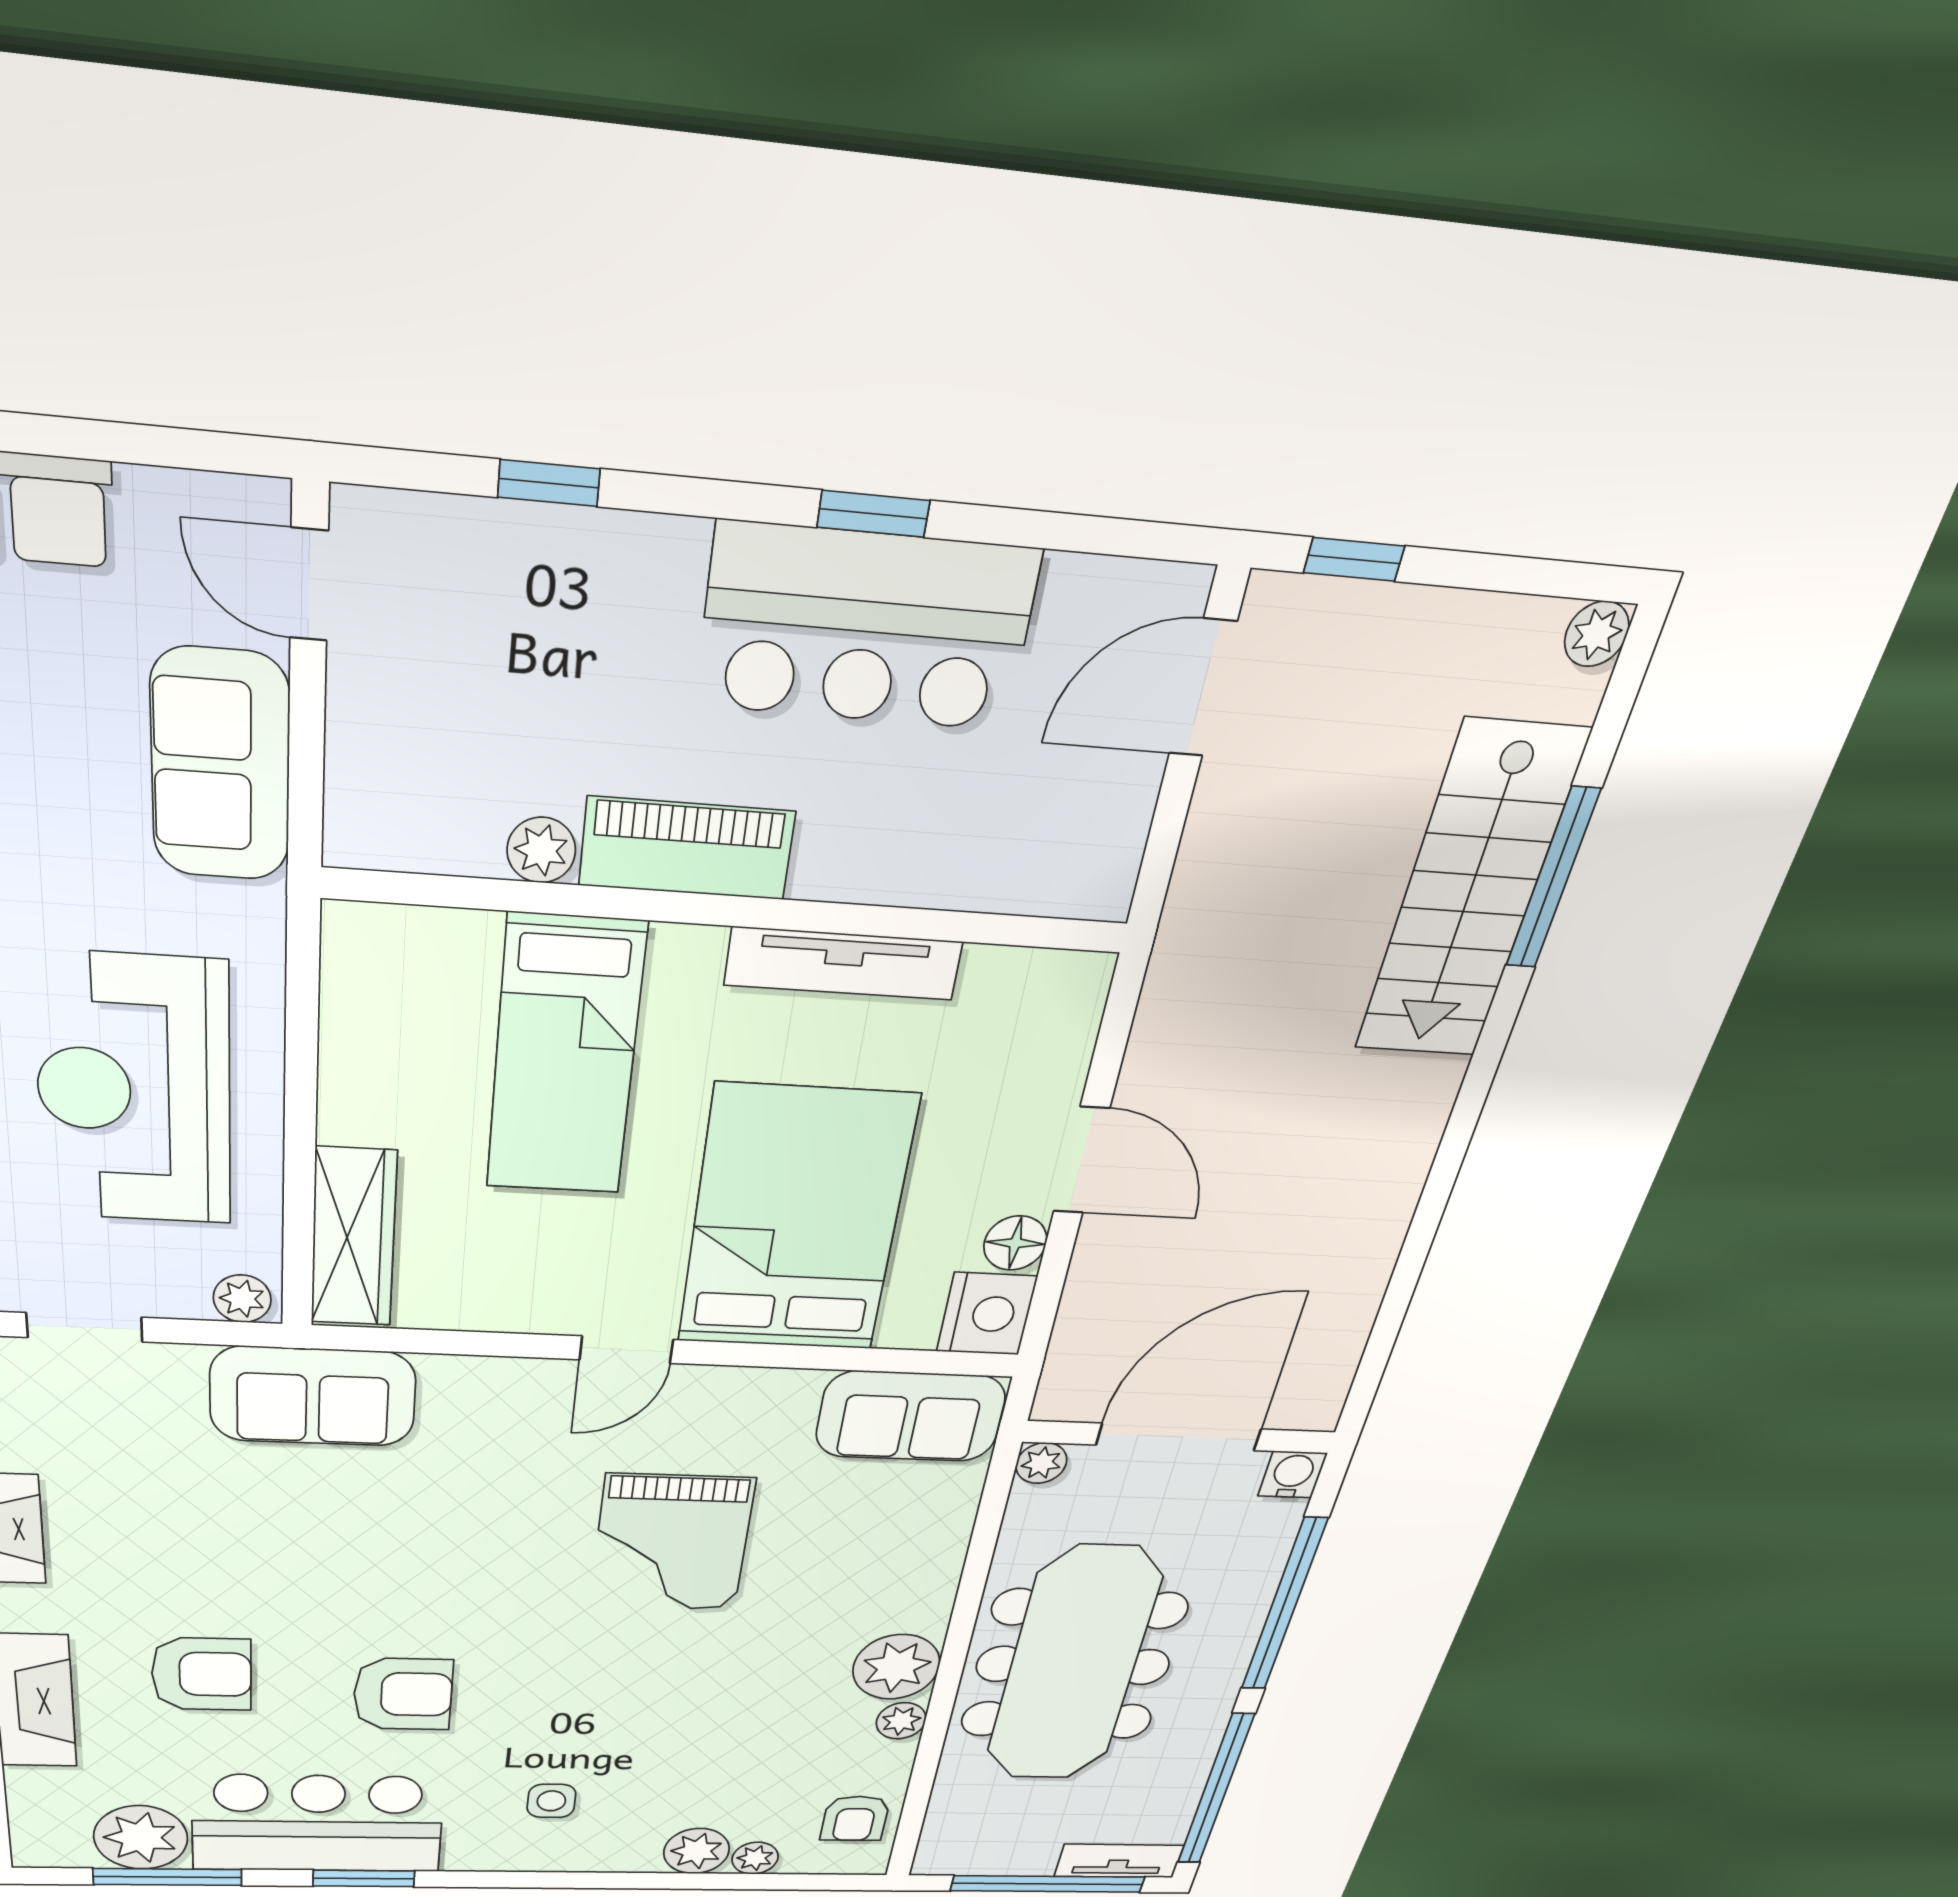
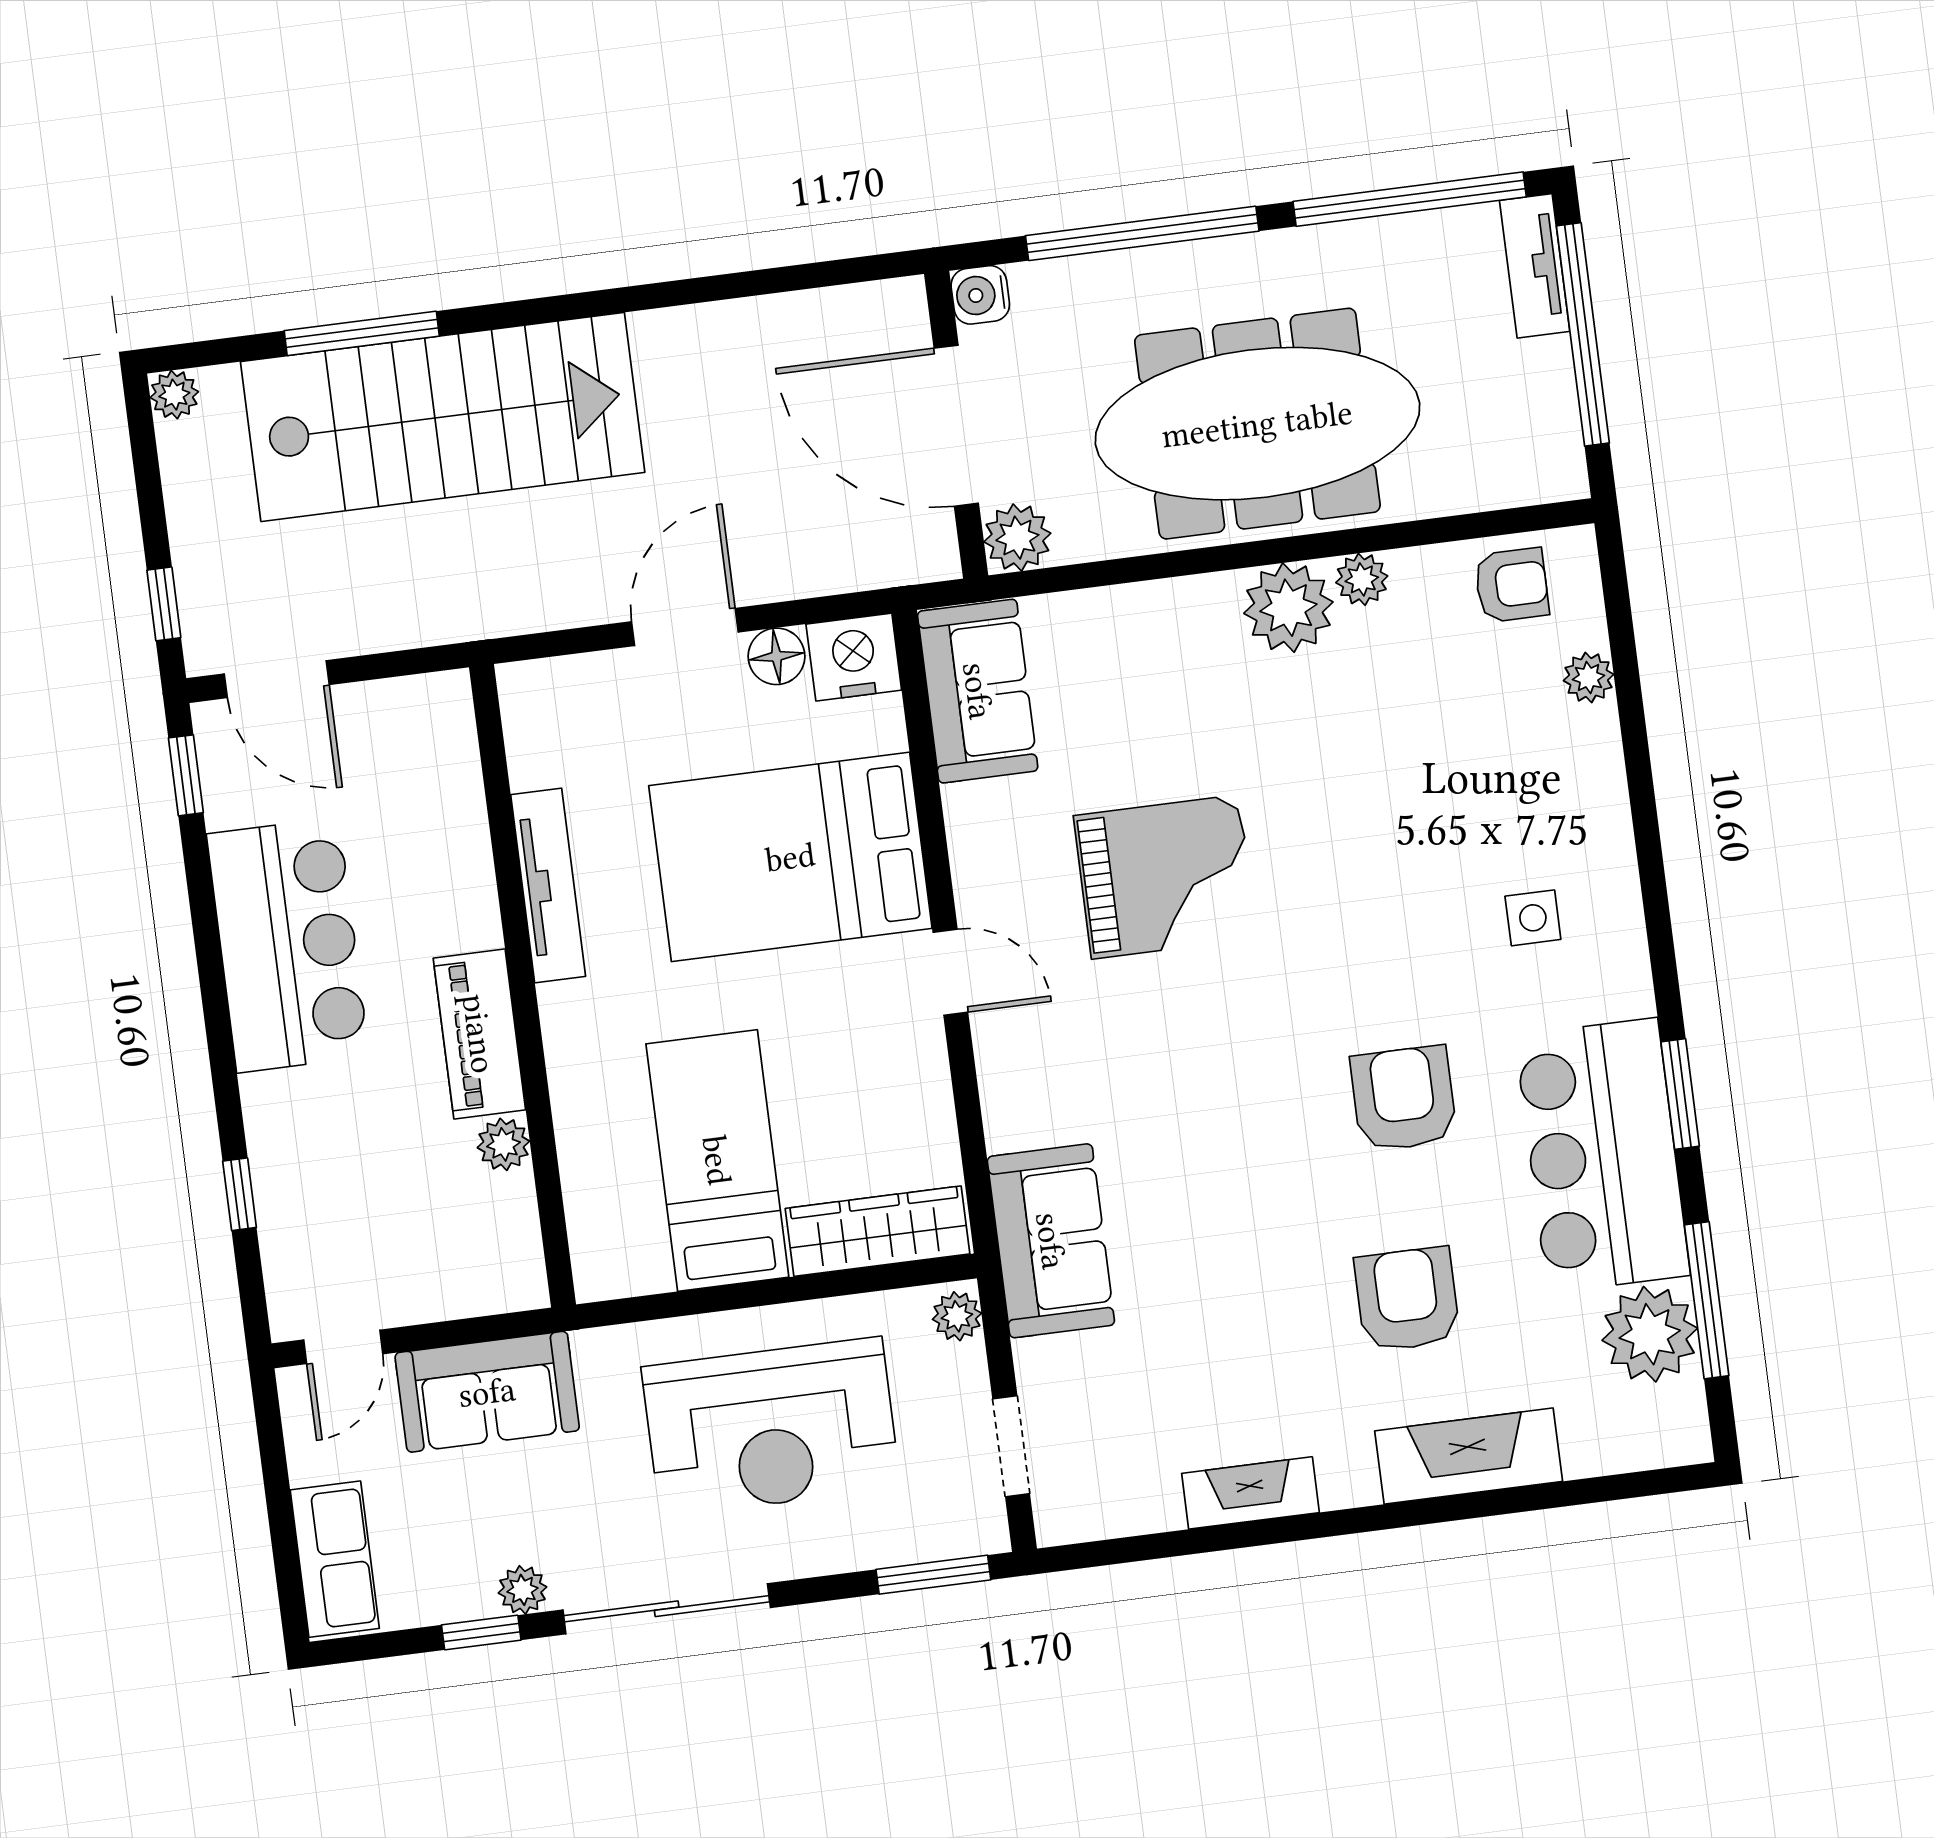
window: (873, 514) -> (186, 775), moved
stairs: (1469, 894) -> (443, 417), width x1.36, depth x1.51
bed: (565, 1058) -> (717, 1160), moved, turned -90
plant: (1041, 1463) -> (1017, 538), width x1.38, depth x1.38
plant: (697, 1851) -> (1587, 745), removed

